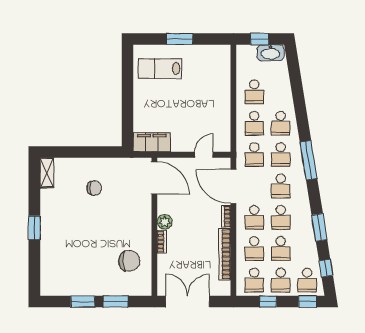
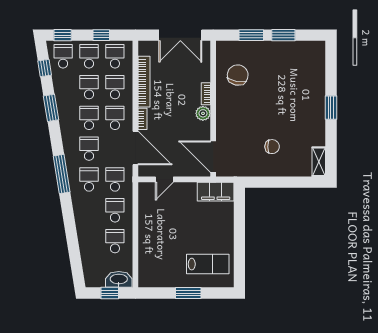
washbasin: (270, 53) -> (119, 279), moved
school desk: (281, 123) -> (89, 210), removed
chair: (94, 188) -> (272, 147), turned 180
chair: (129, 261) -> (238, 75), turned 101

